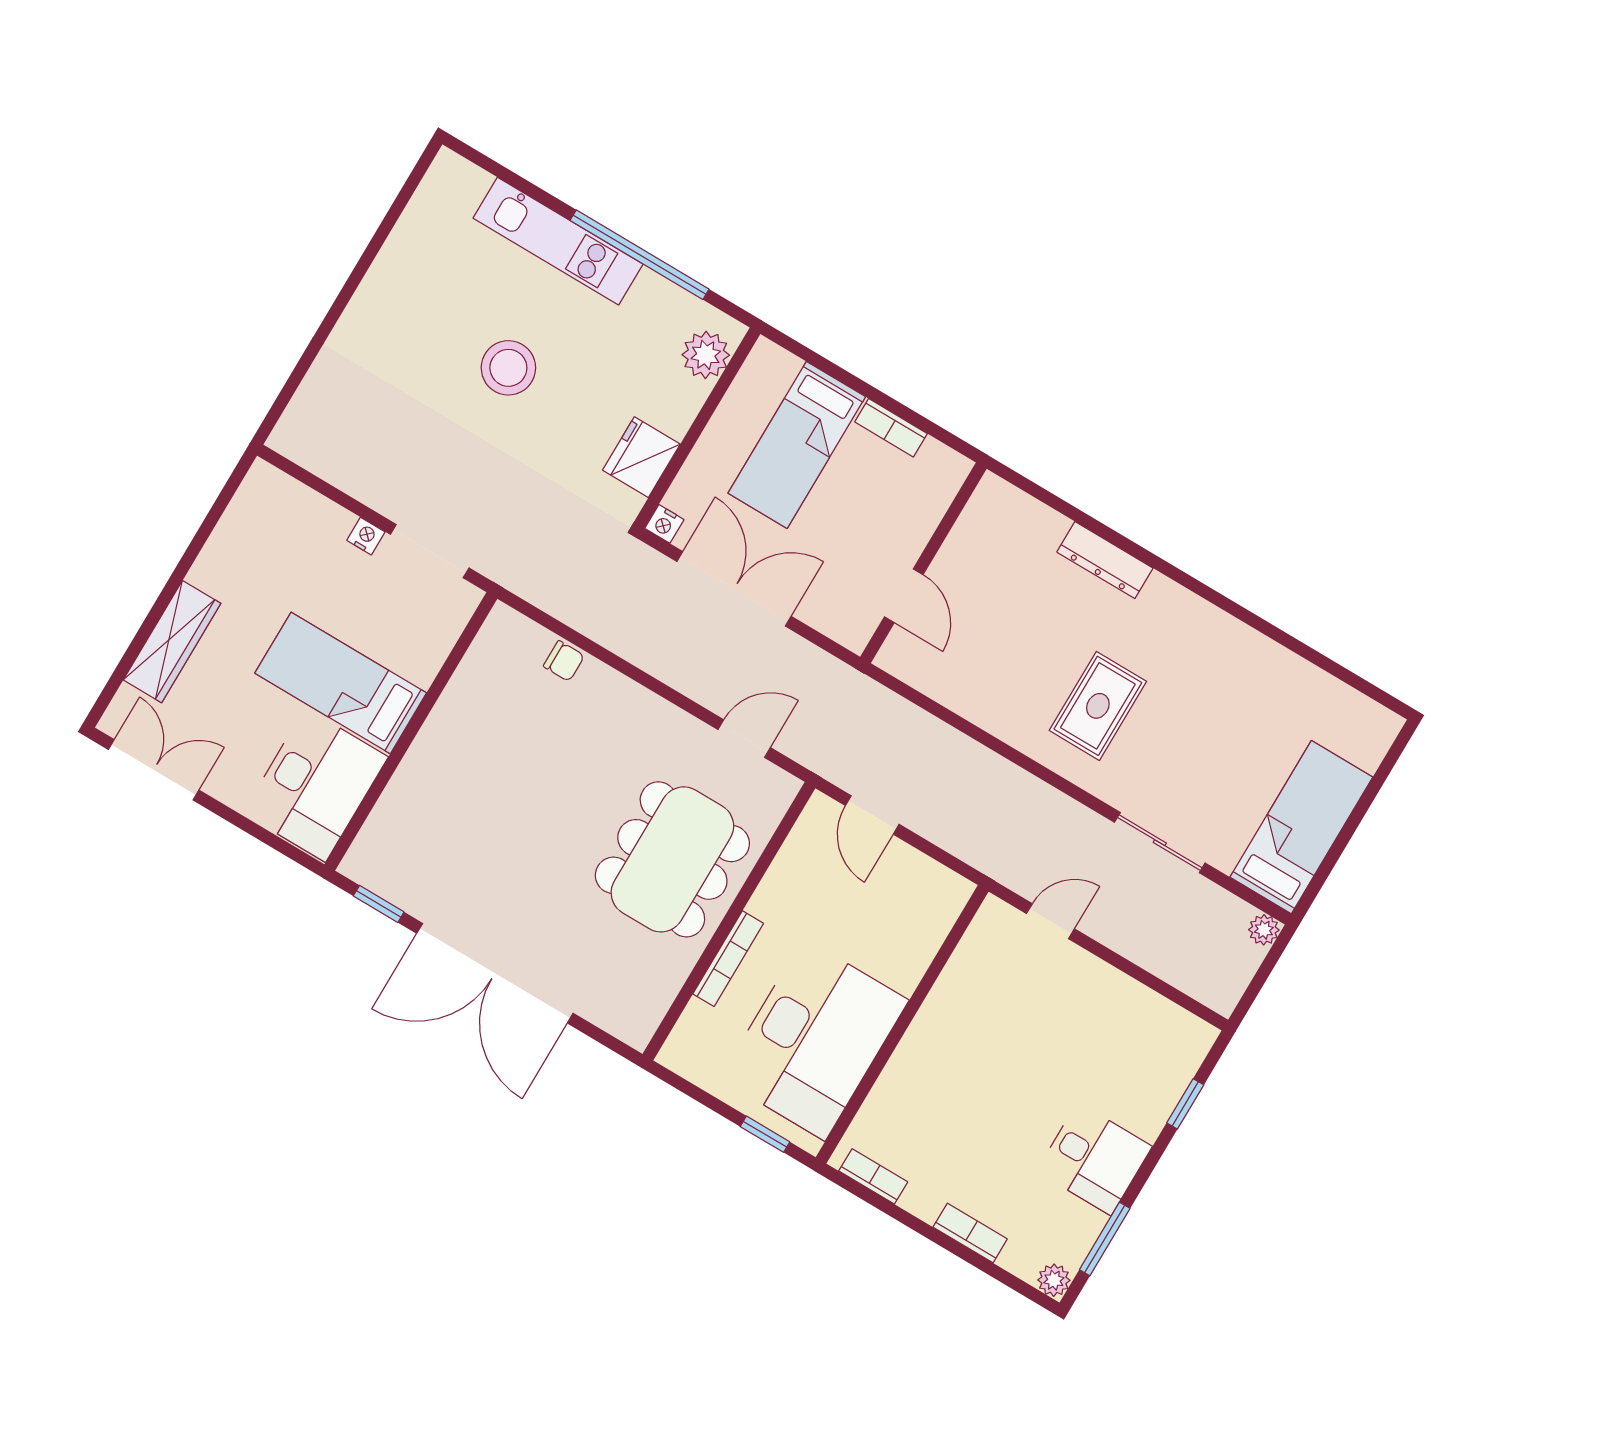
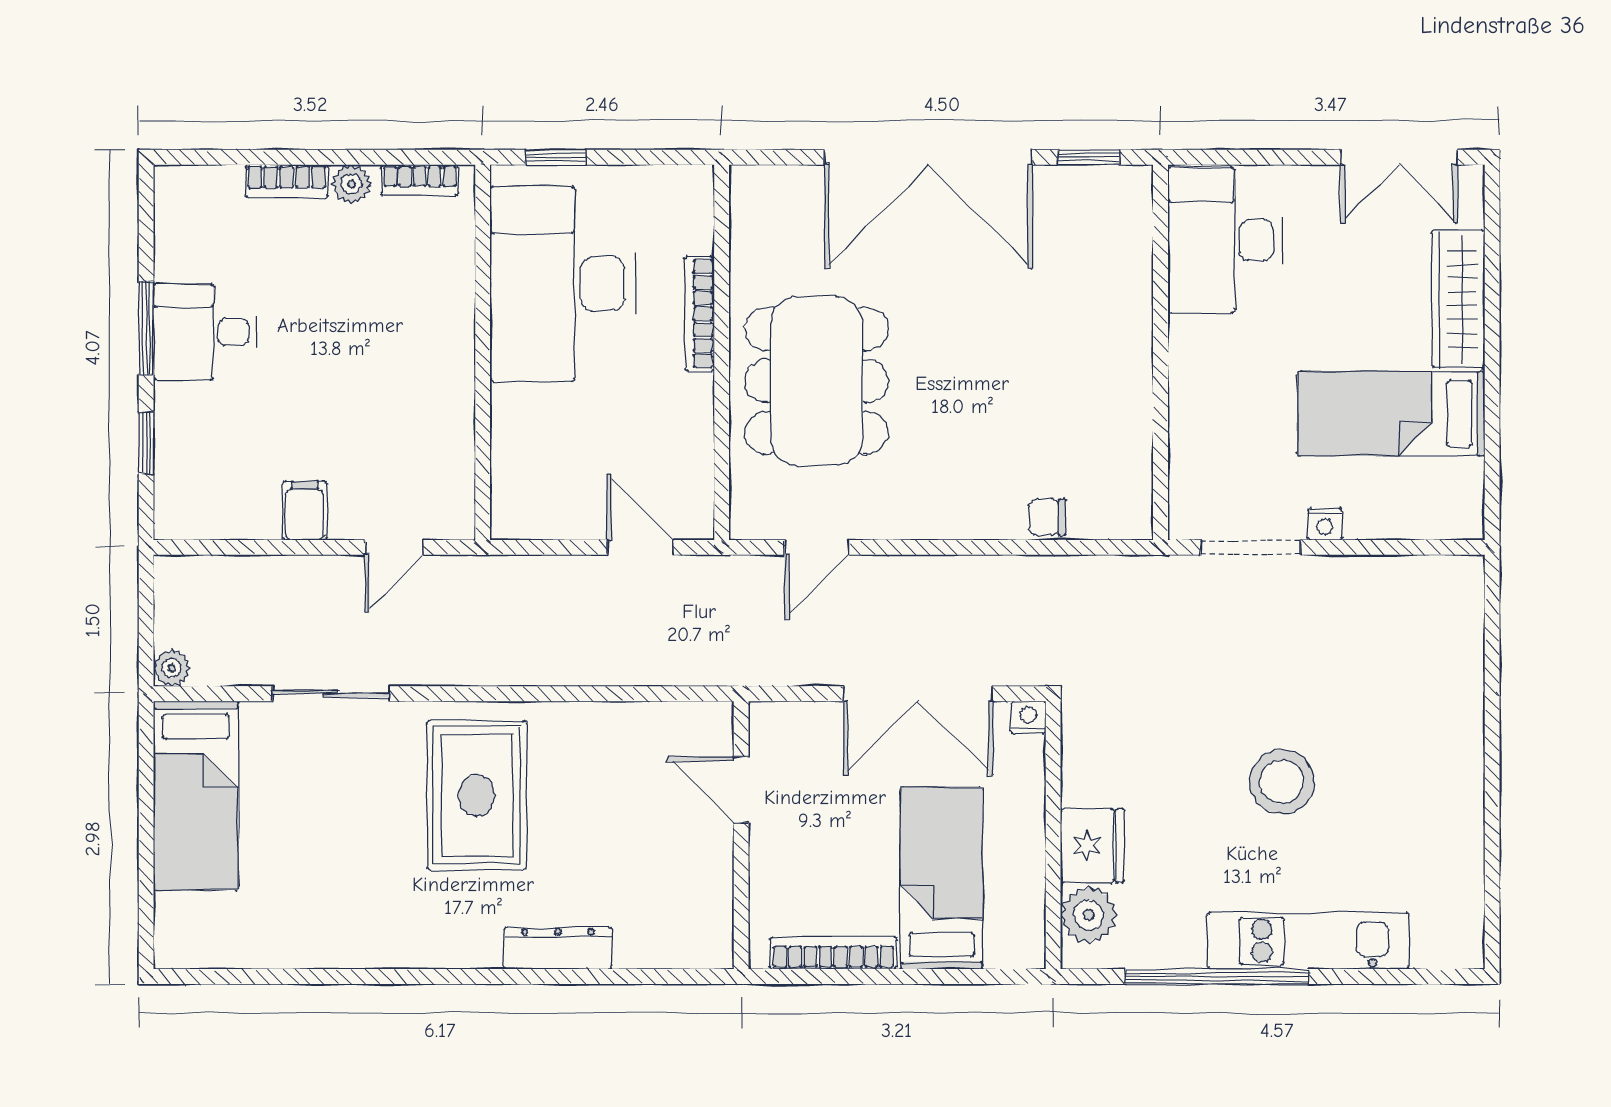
bookcase: (891, 428) -> (833, 953), width x1.56
fridge: (641, 457) -> (1092, 846), moved
bed: (341, 683) -> (1391, 414), moved, turned 180
rug: (1098, 706) -> (477, 795), width x1.36, depth x1.43
double door: (495, 973) -> (928, 157), swing flipped
filing cabinet: (1099, 987) -> (305, 511), added
window: (1105, 1239) -> (146, 328), moved
plant: (1054, 1280) -> (351, 184), moved

